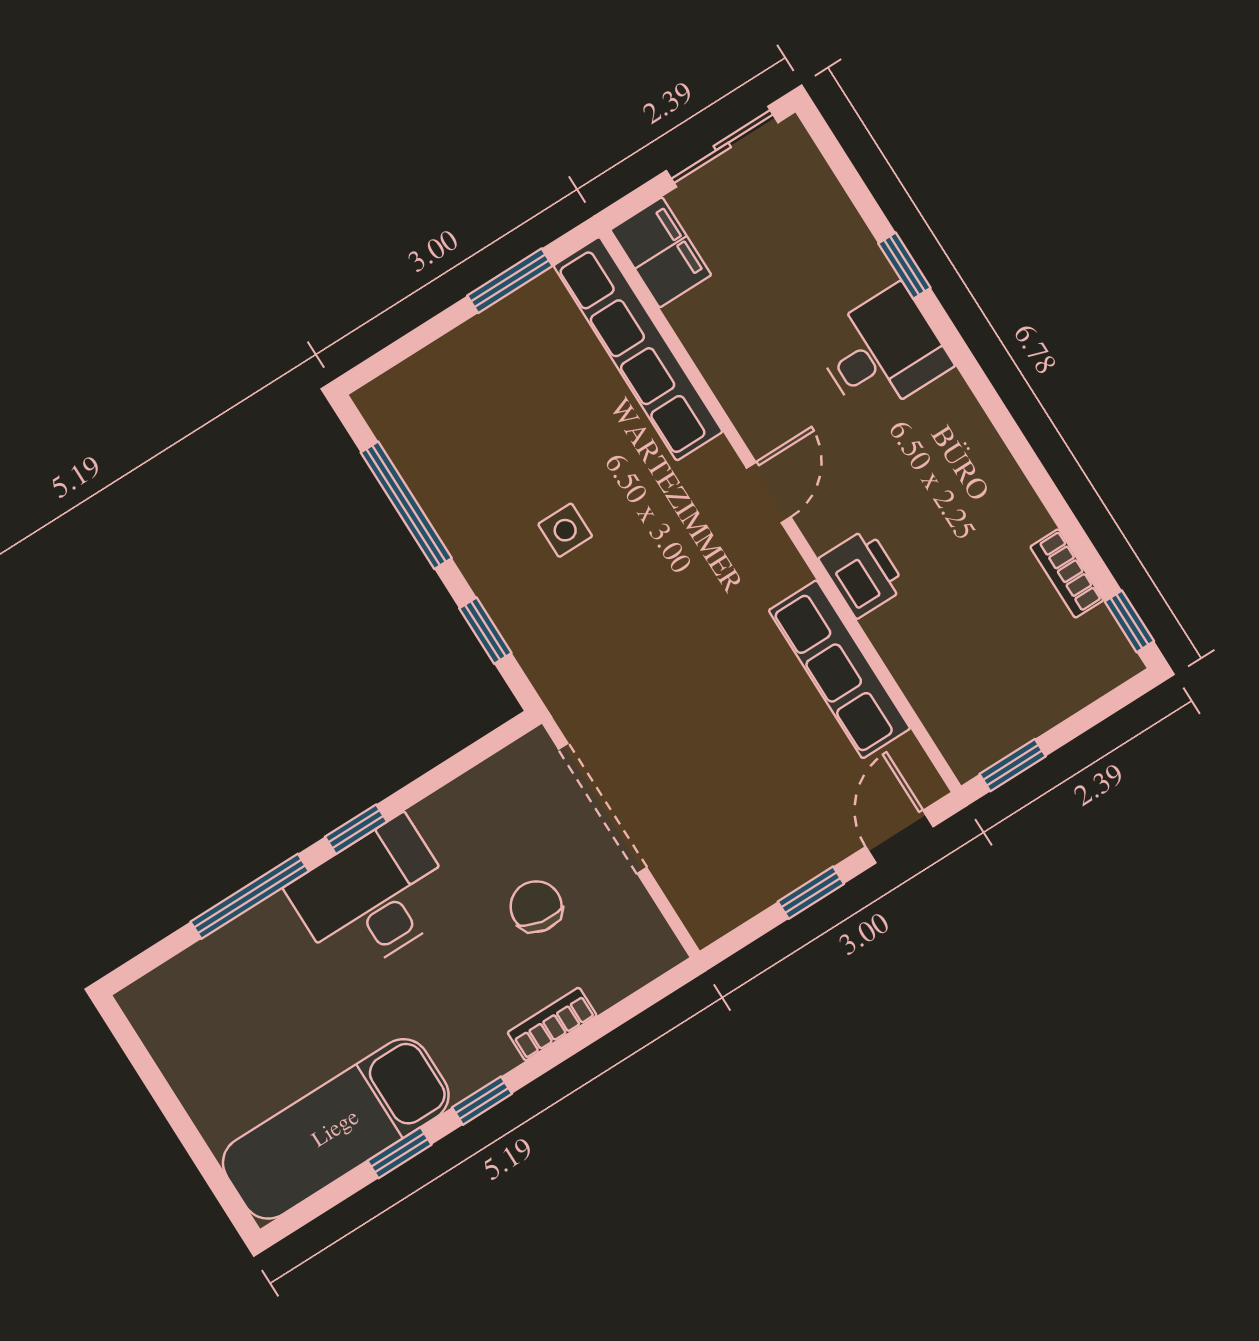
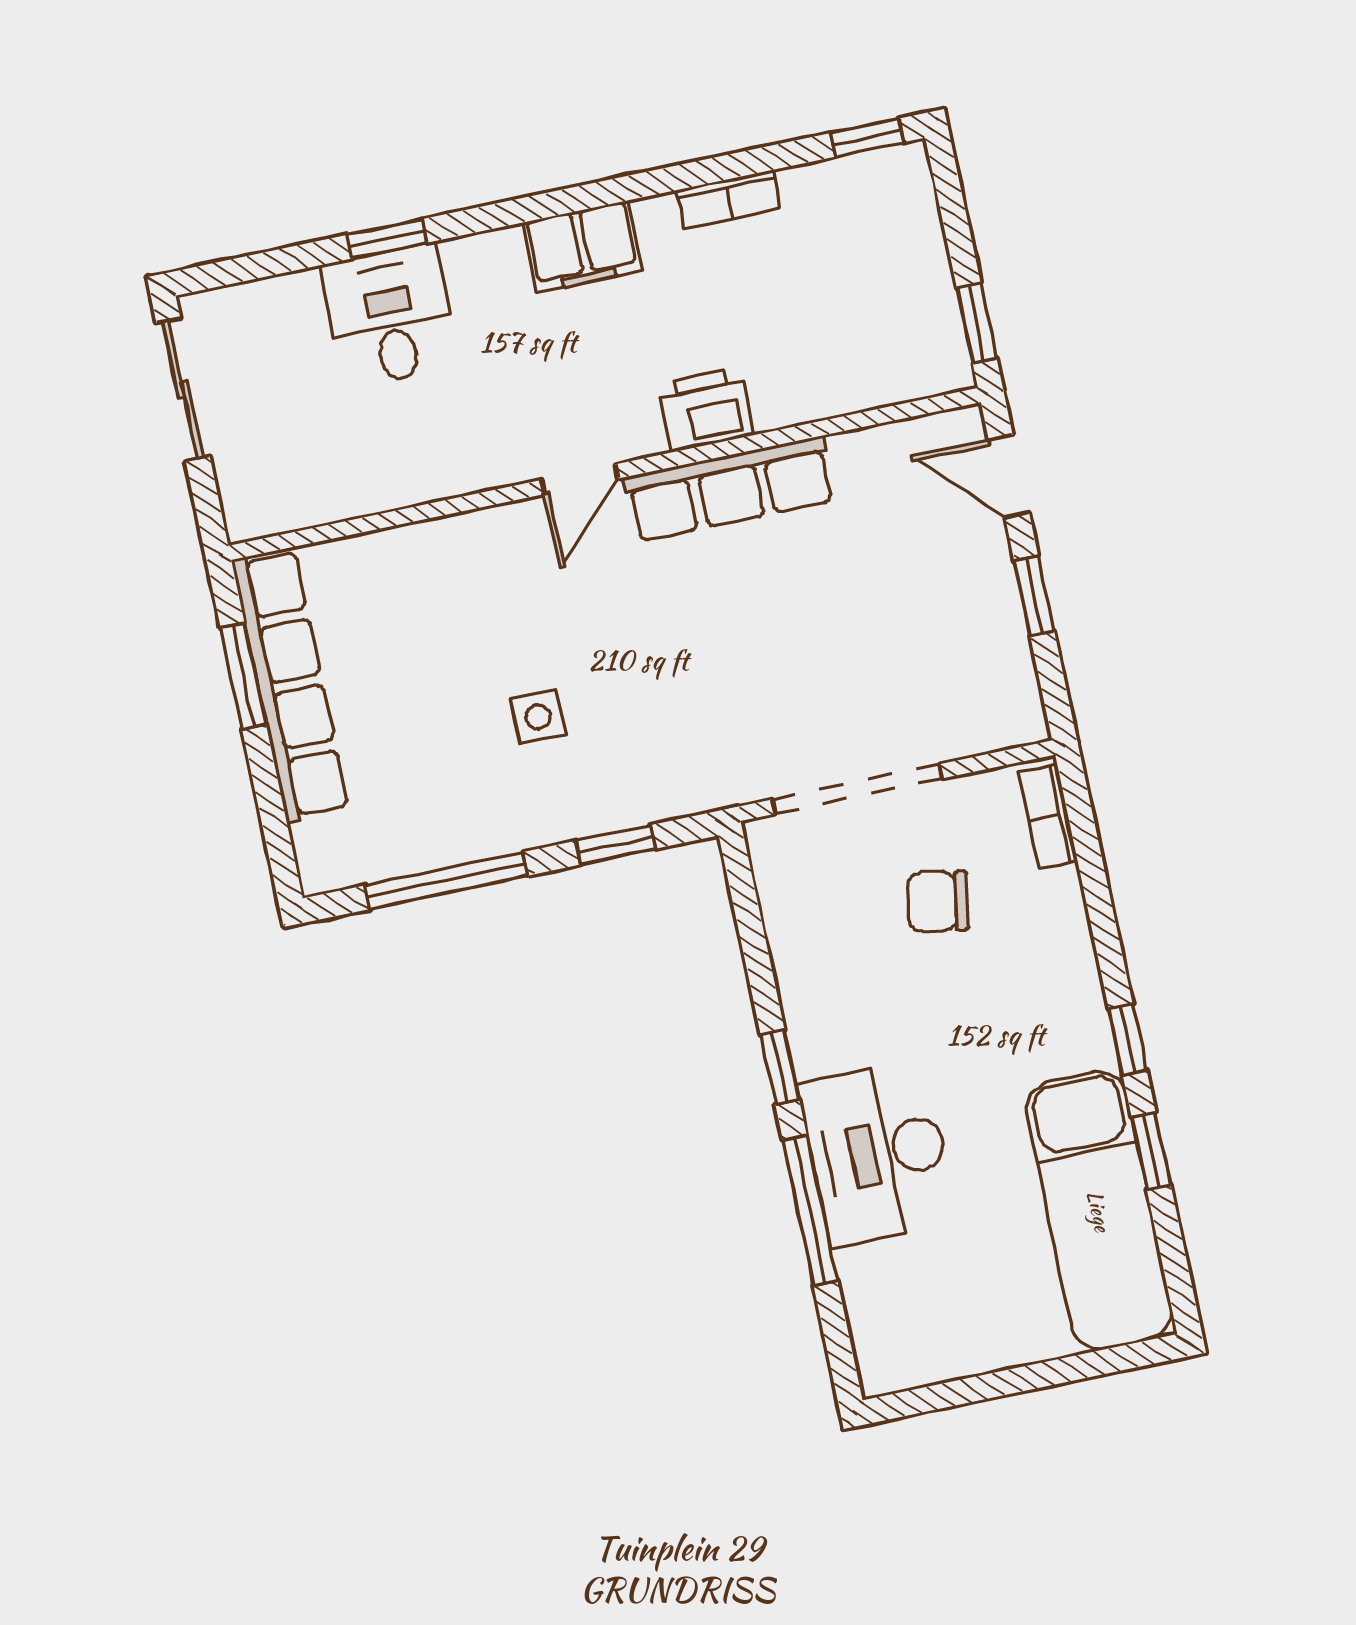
filing cabinet: (661, 252) -> (582, 247), moved, turned 180
row of seats: (638, 349) -> (290, 685), moved, turned -90
desk: (882, 352) -> (390, 316), moved
door: (769, 492) -> (580, 479), swing flipped
bookcase: (1067, 573) -> (728, 199), moved
row of seats: (839, 669) -> (730, 489), moved
desk: (373, 897) -> (878, 1153), moved
bookcase: (552, 1024) -> (1048, 816), moved

